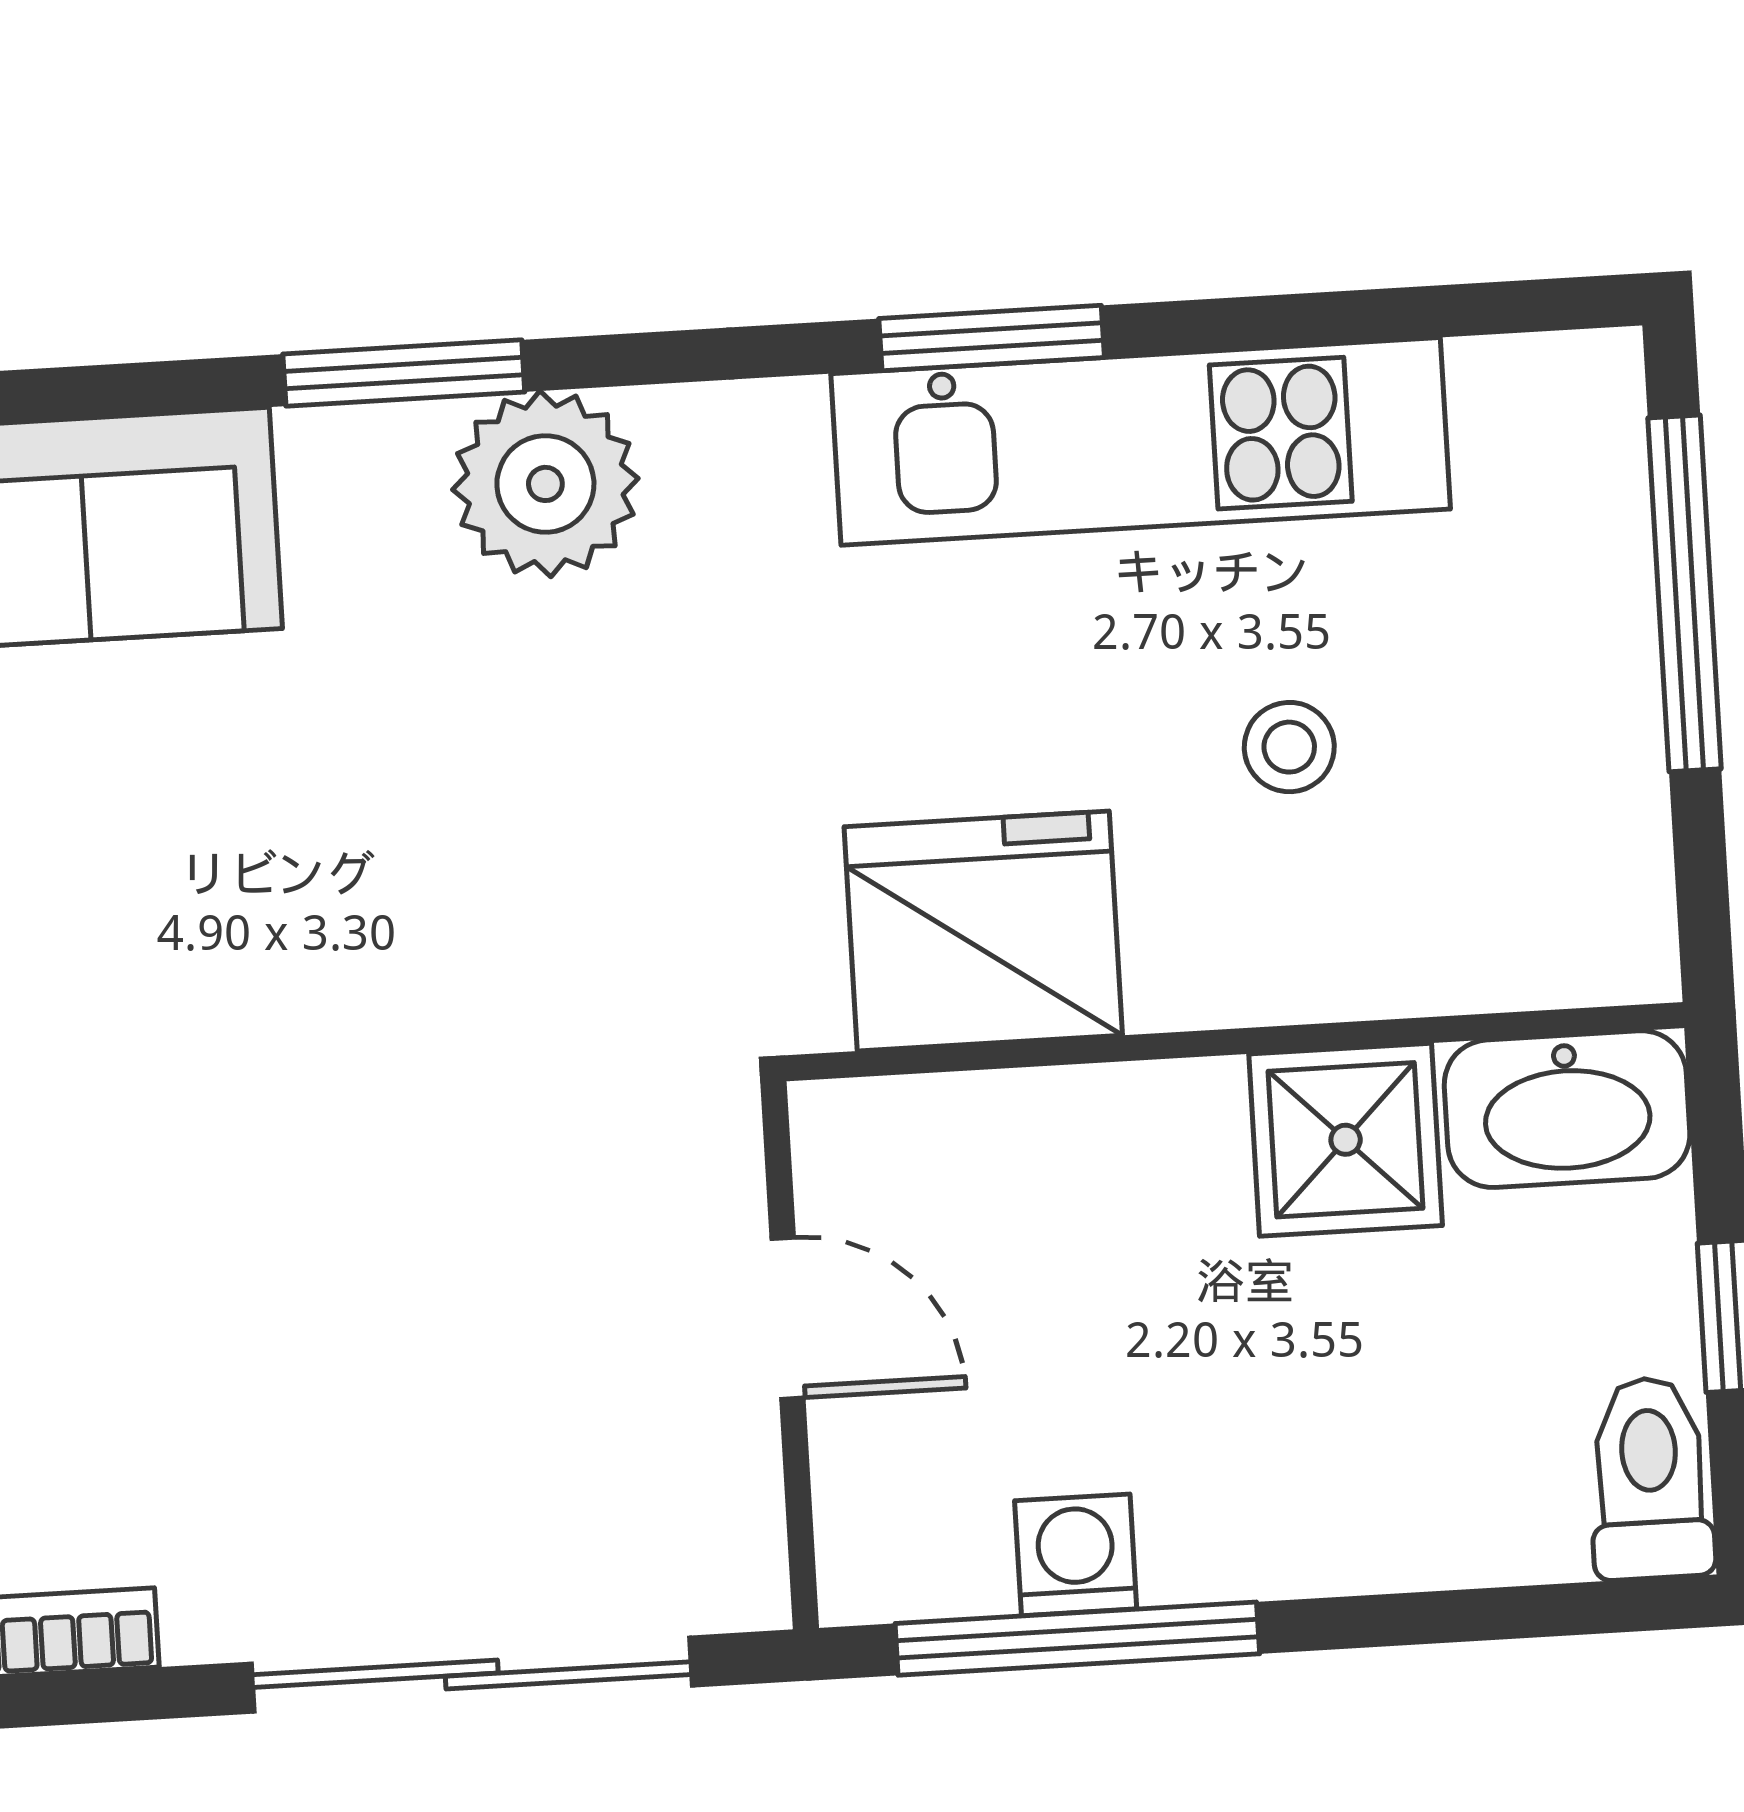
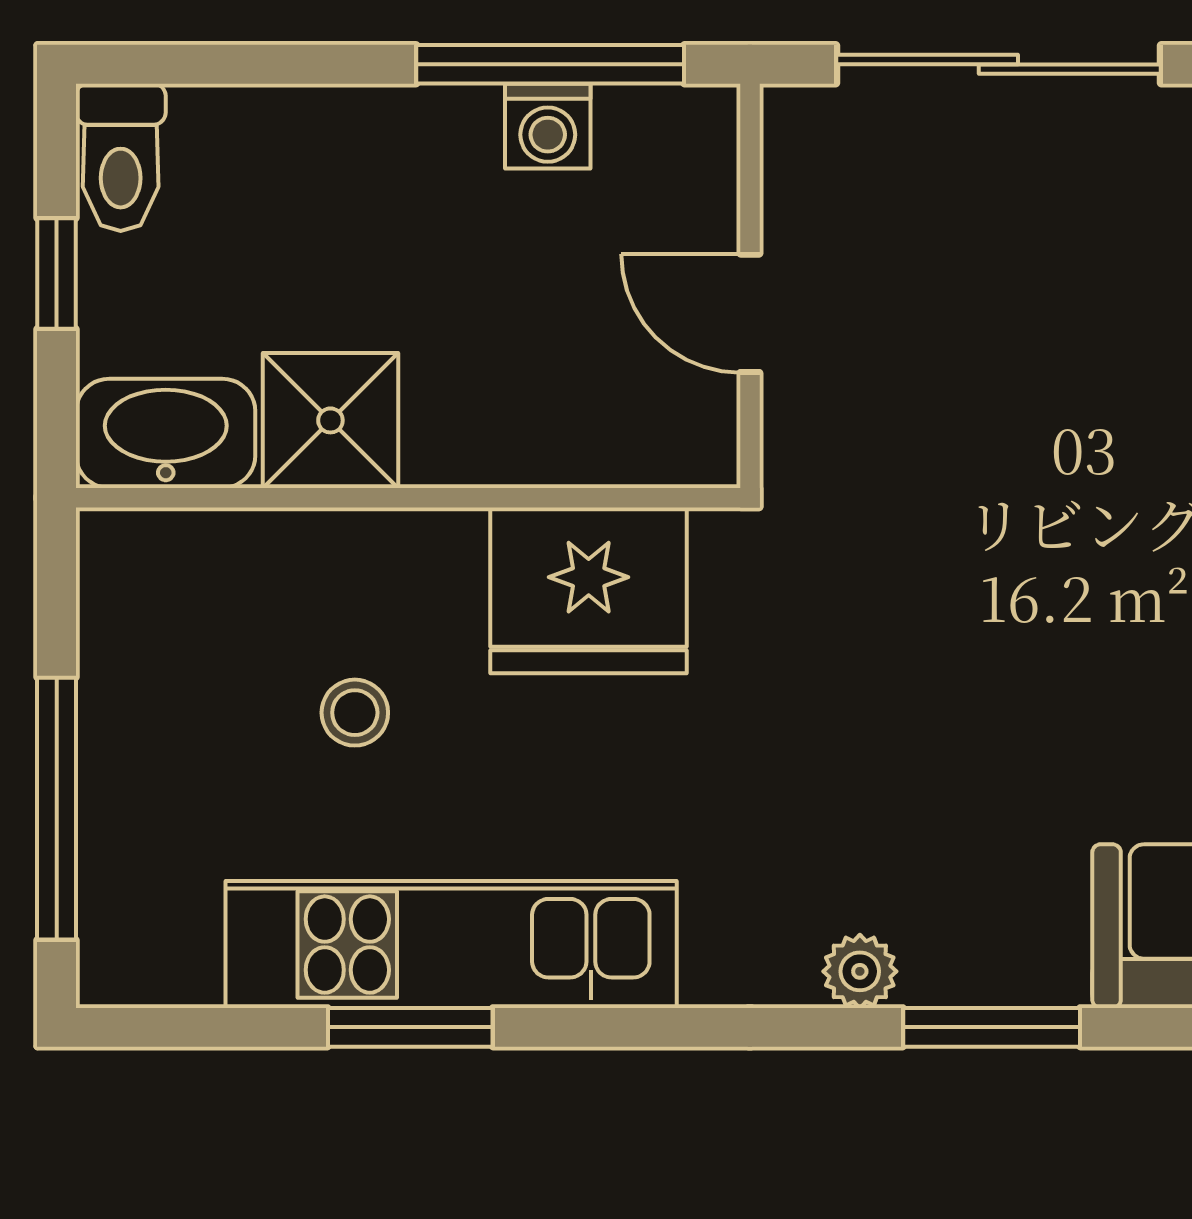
window: (992, 338) -> (410, 1027), moved
plant: (545, 484) -> (860, 971), width x0.53, depth x0.53

